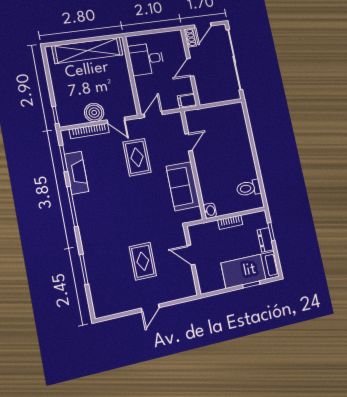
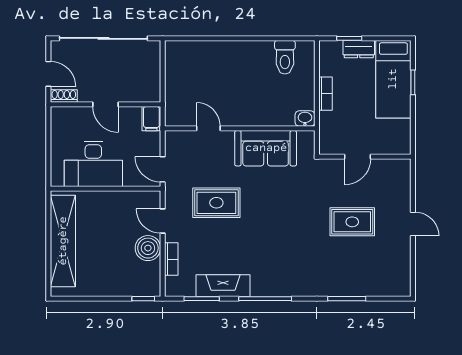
desk: (146, 59) -> (93, 164), width x1.37
door: (116, 120) -> (163, 221), swing flipped
bookcase: (89, 131) -> (171, 259), width x0.64

